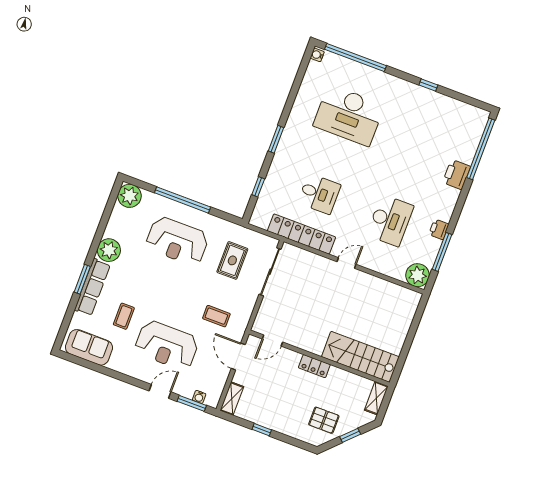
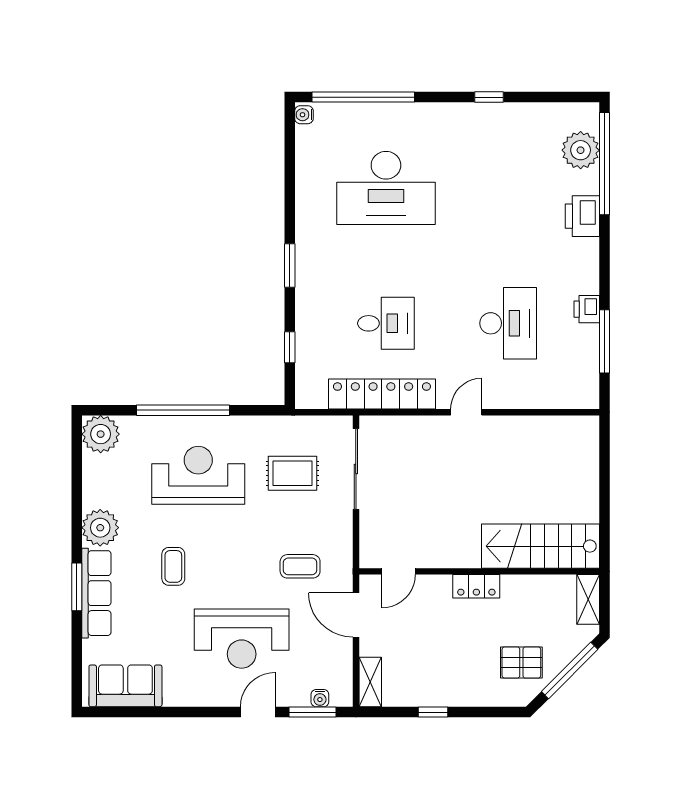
reception desk: (177, 241) -> (198, 475), turned 180
rug: (232, 260) -> (293, 473), turned 90
plant: (418, 275) -> (581, 150), moved
coffee table: (124, 316) -> (173, 566), moved
window: (350, 435) -> (570, 670), width x2.17

